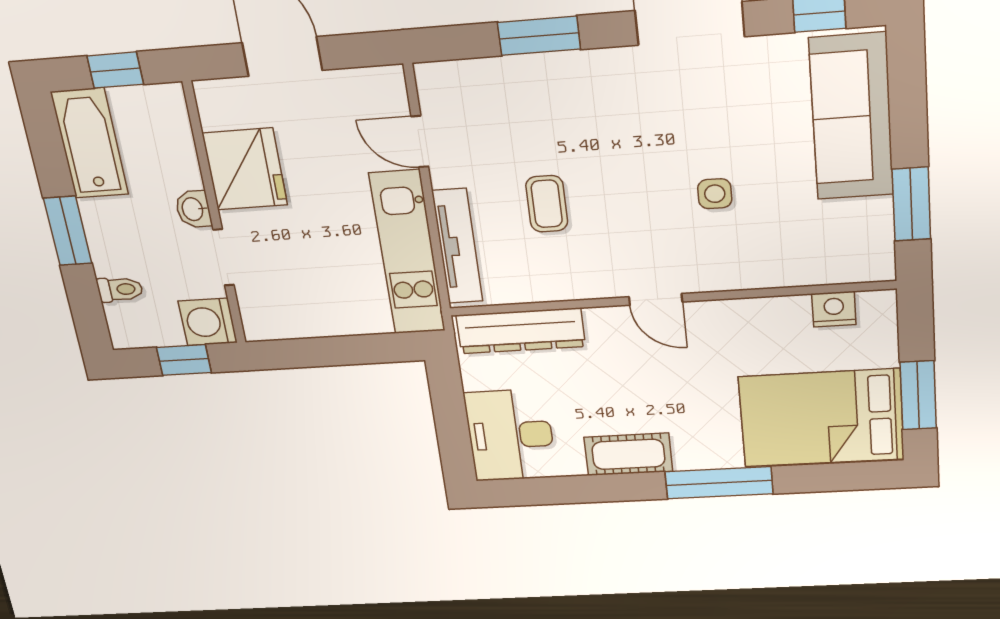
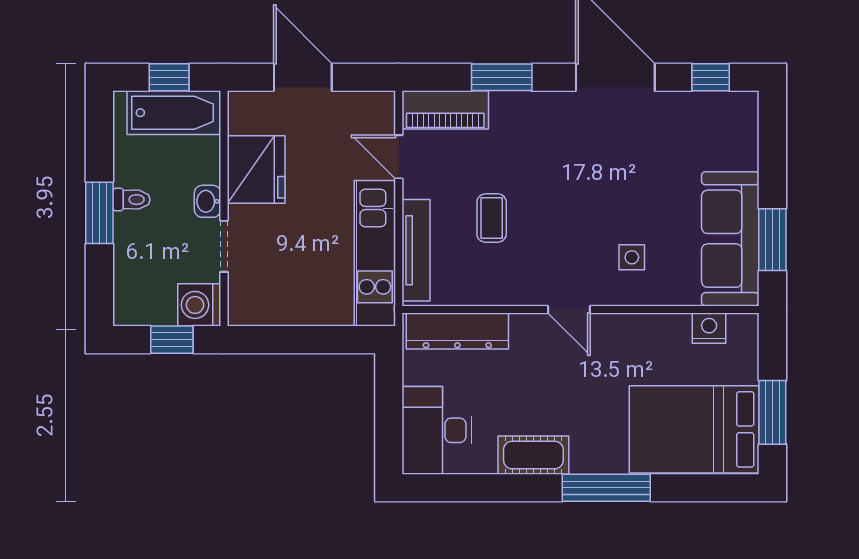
piano: (471, 82) -> (445, 110), added
sofa: (851, 117) -> (730, 239), moved
bathtub: (90, 143) -> (174, 113), moved, turned 90
side table: (715, 194) -> (632, 257), moved
toilet: (120, 289) -> (131, 200), moved

